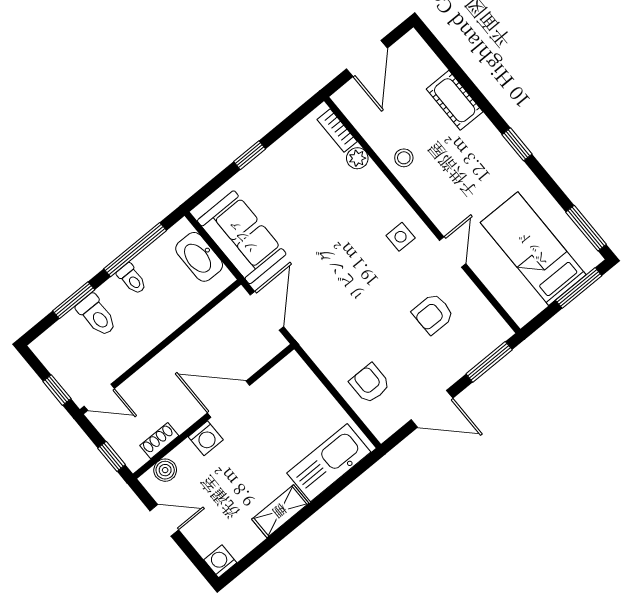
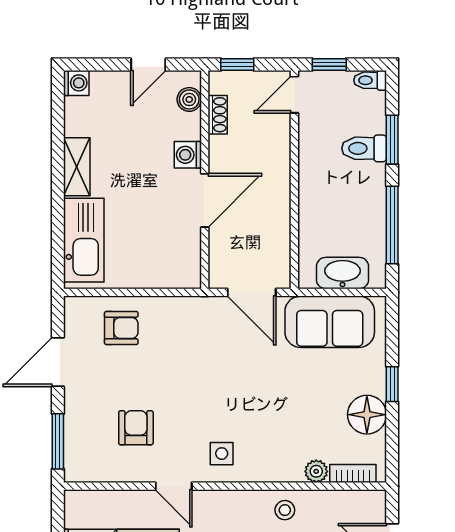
floor lamp: (286, 155) -> (367, 415), added
toilet: (132, 279) -> (370, 80), moved

